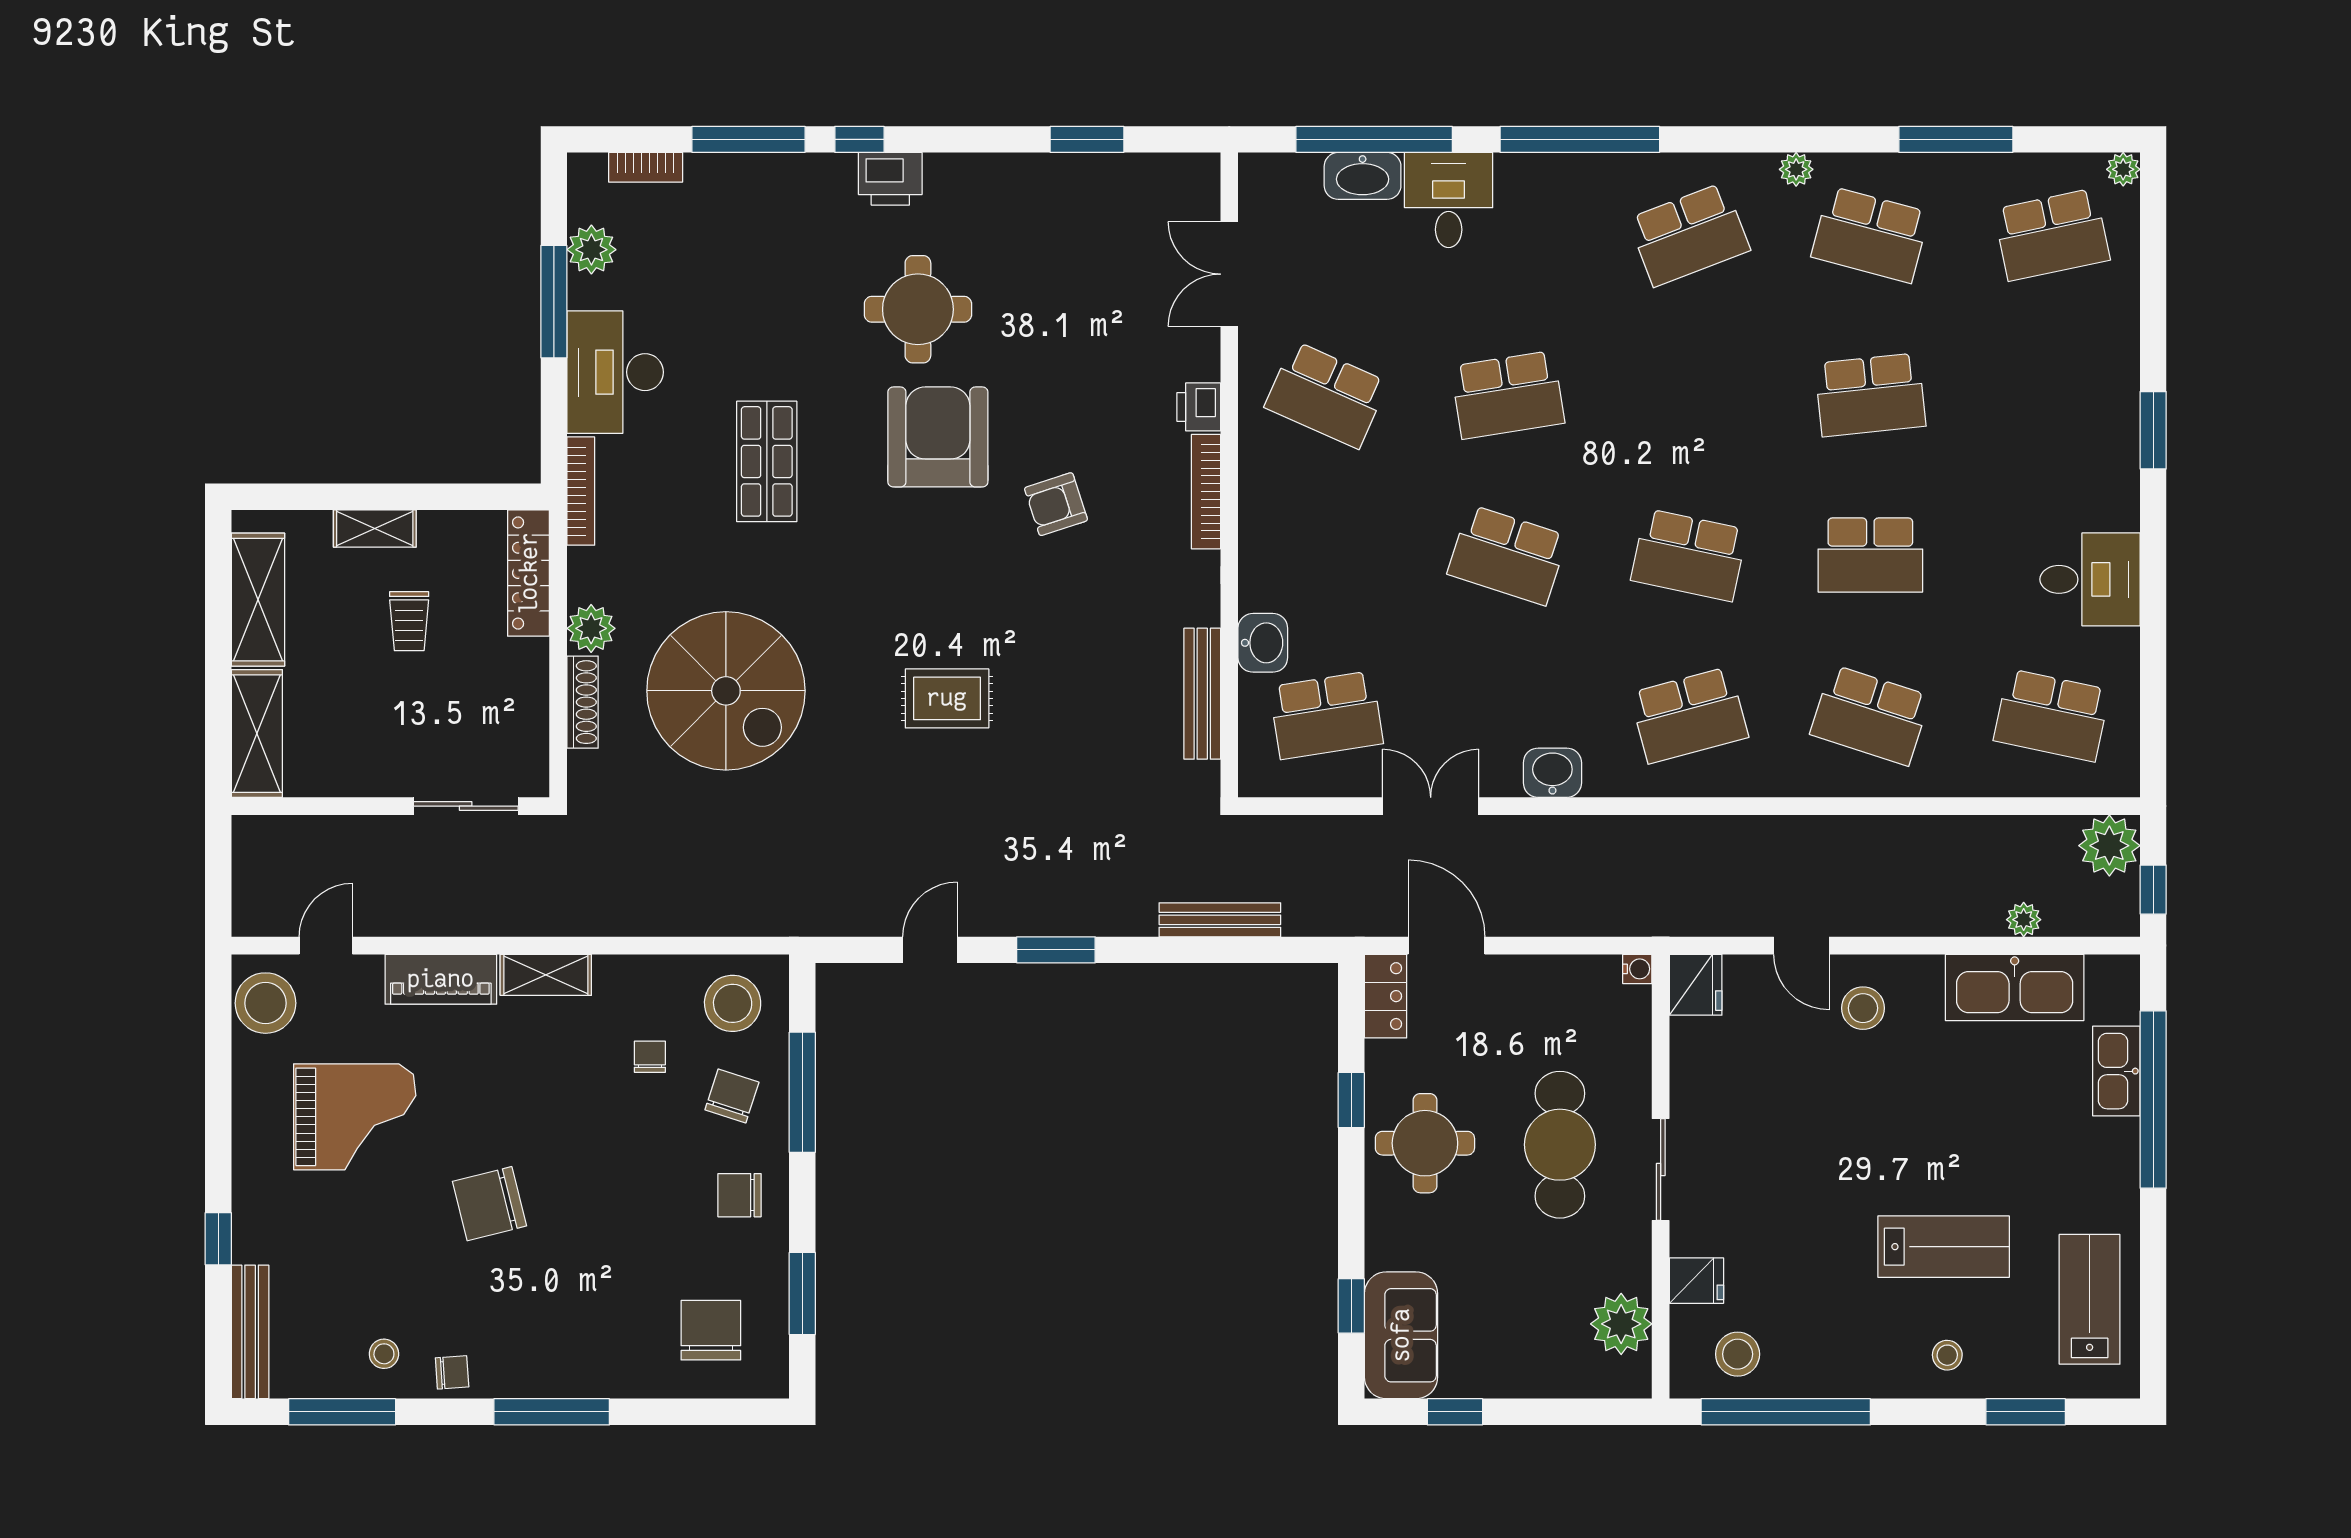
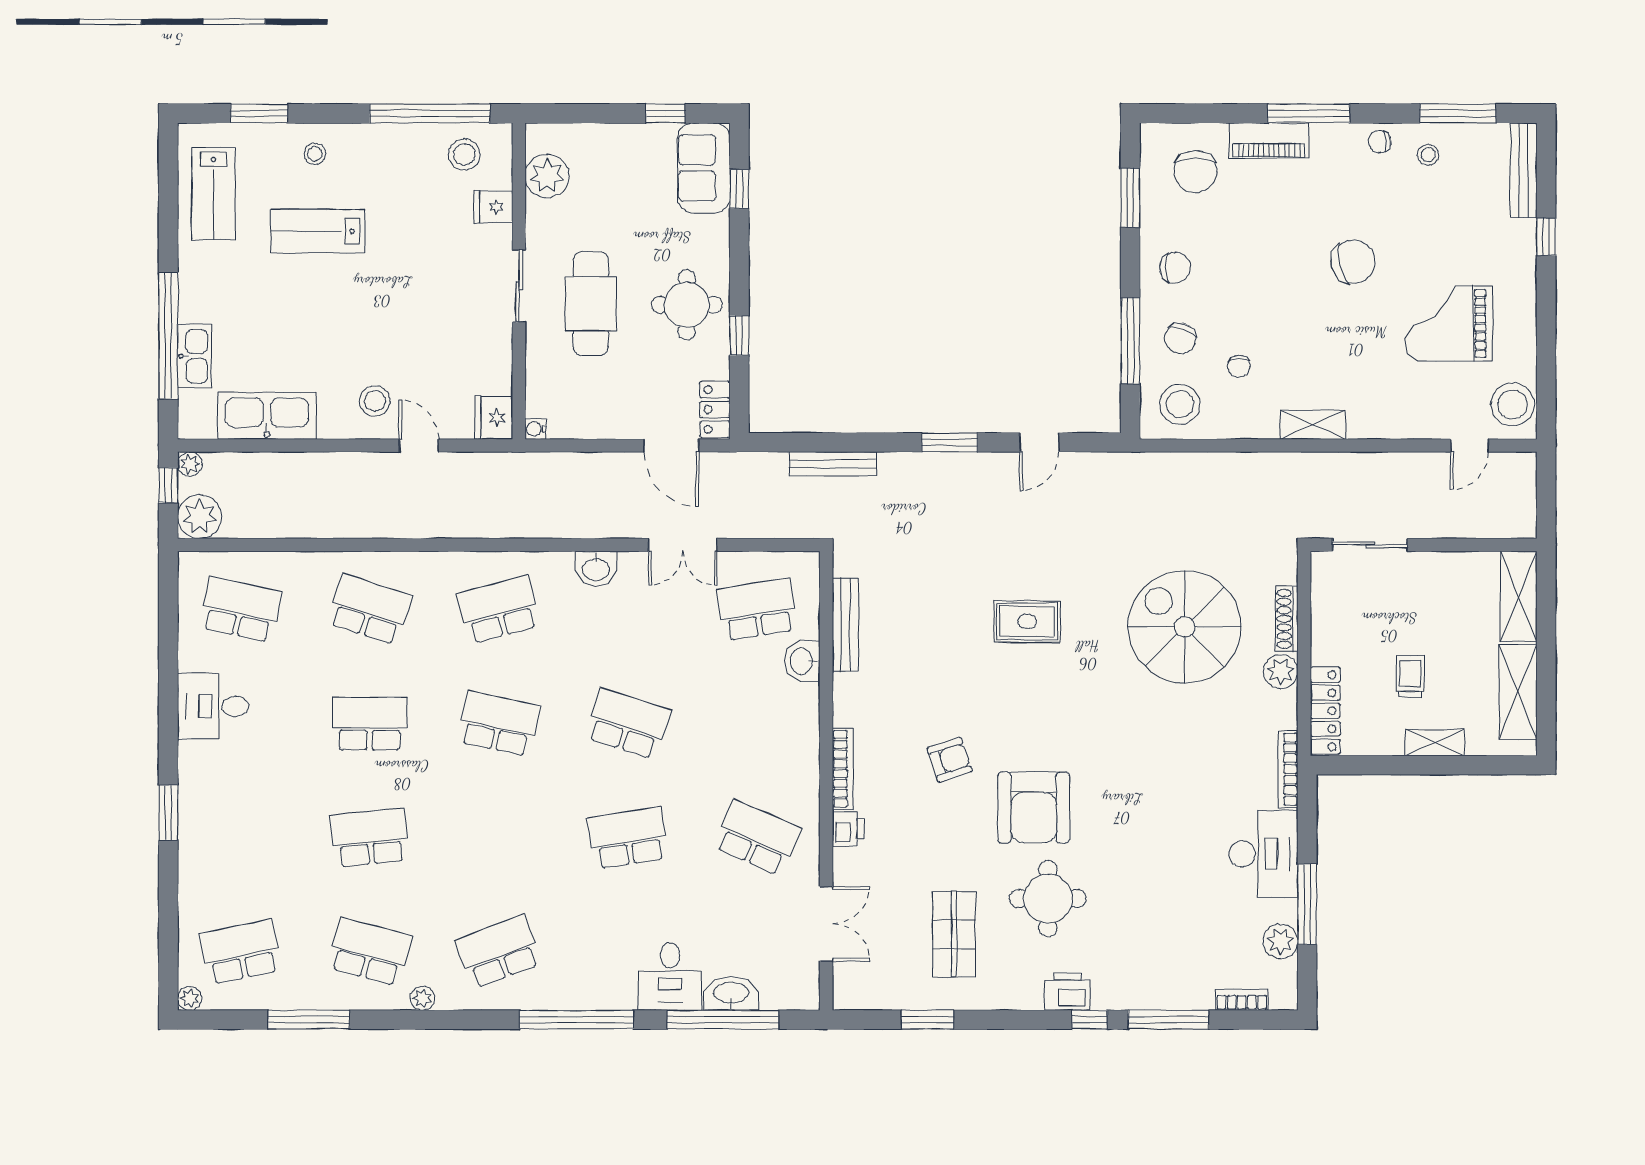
shop shelf: (767, 461) -> (954, 934), moved
plant: (2024, 920) -> (190, 464), moved
piano: (441, 979) -> (1269, 141), moved, turned 180

